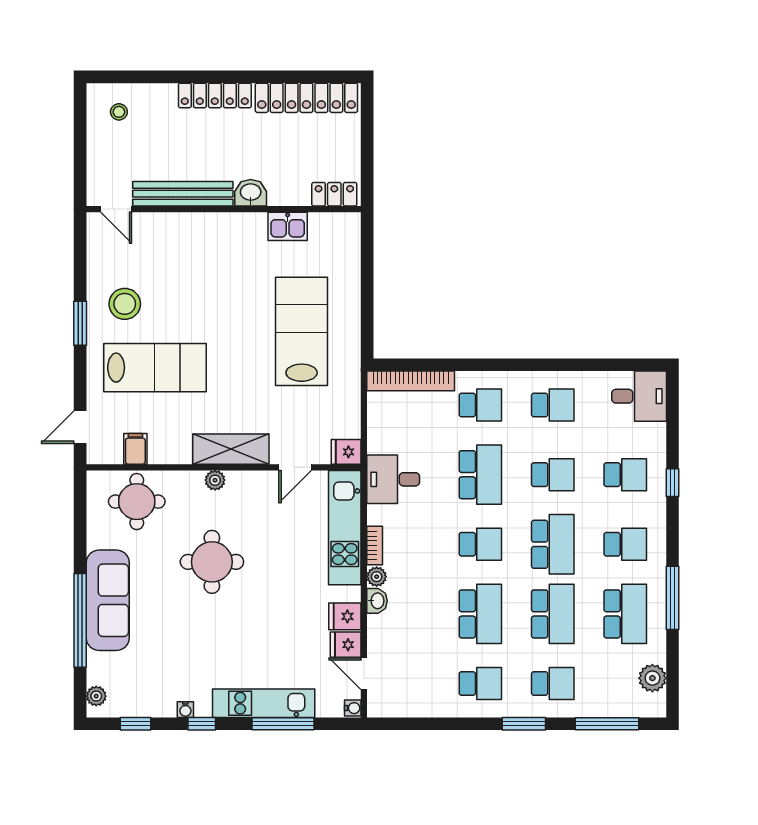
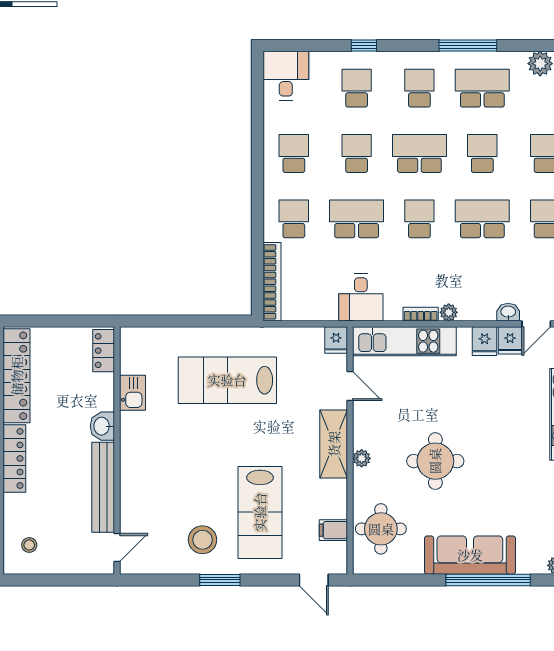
lab bench: (155, 368) -> (260, 512), turned 180
washbasin: (377, 601) -> (508, 312), moved
school desk: (553, 614) -> (482, 153), width x0.54

